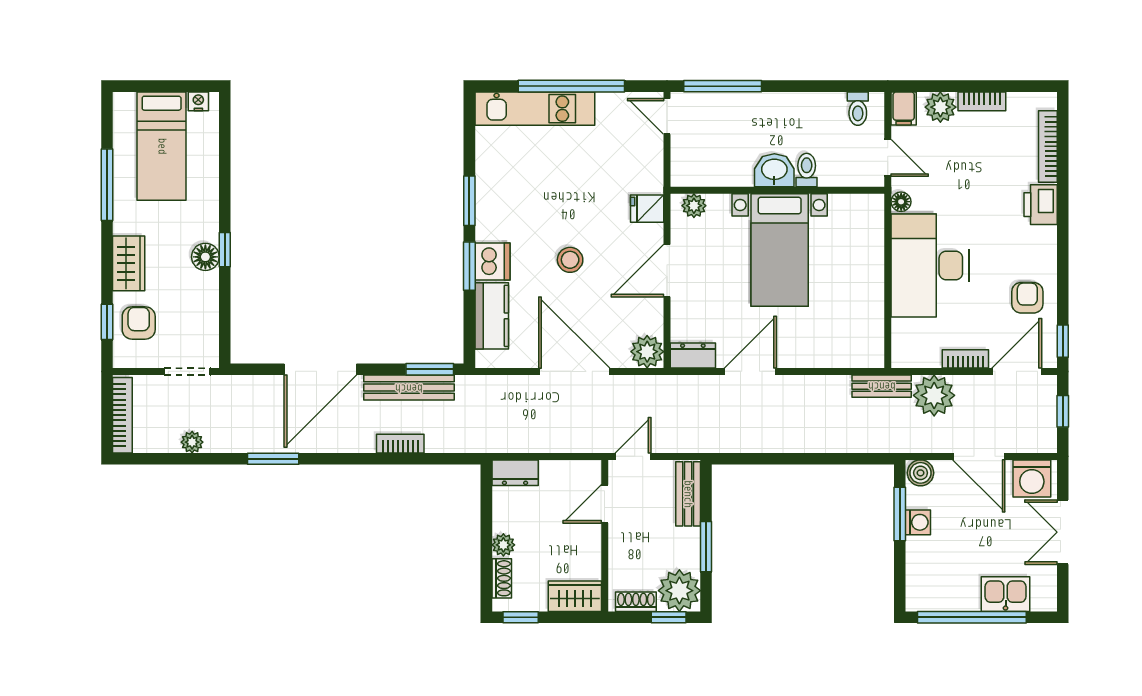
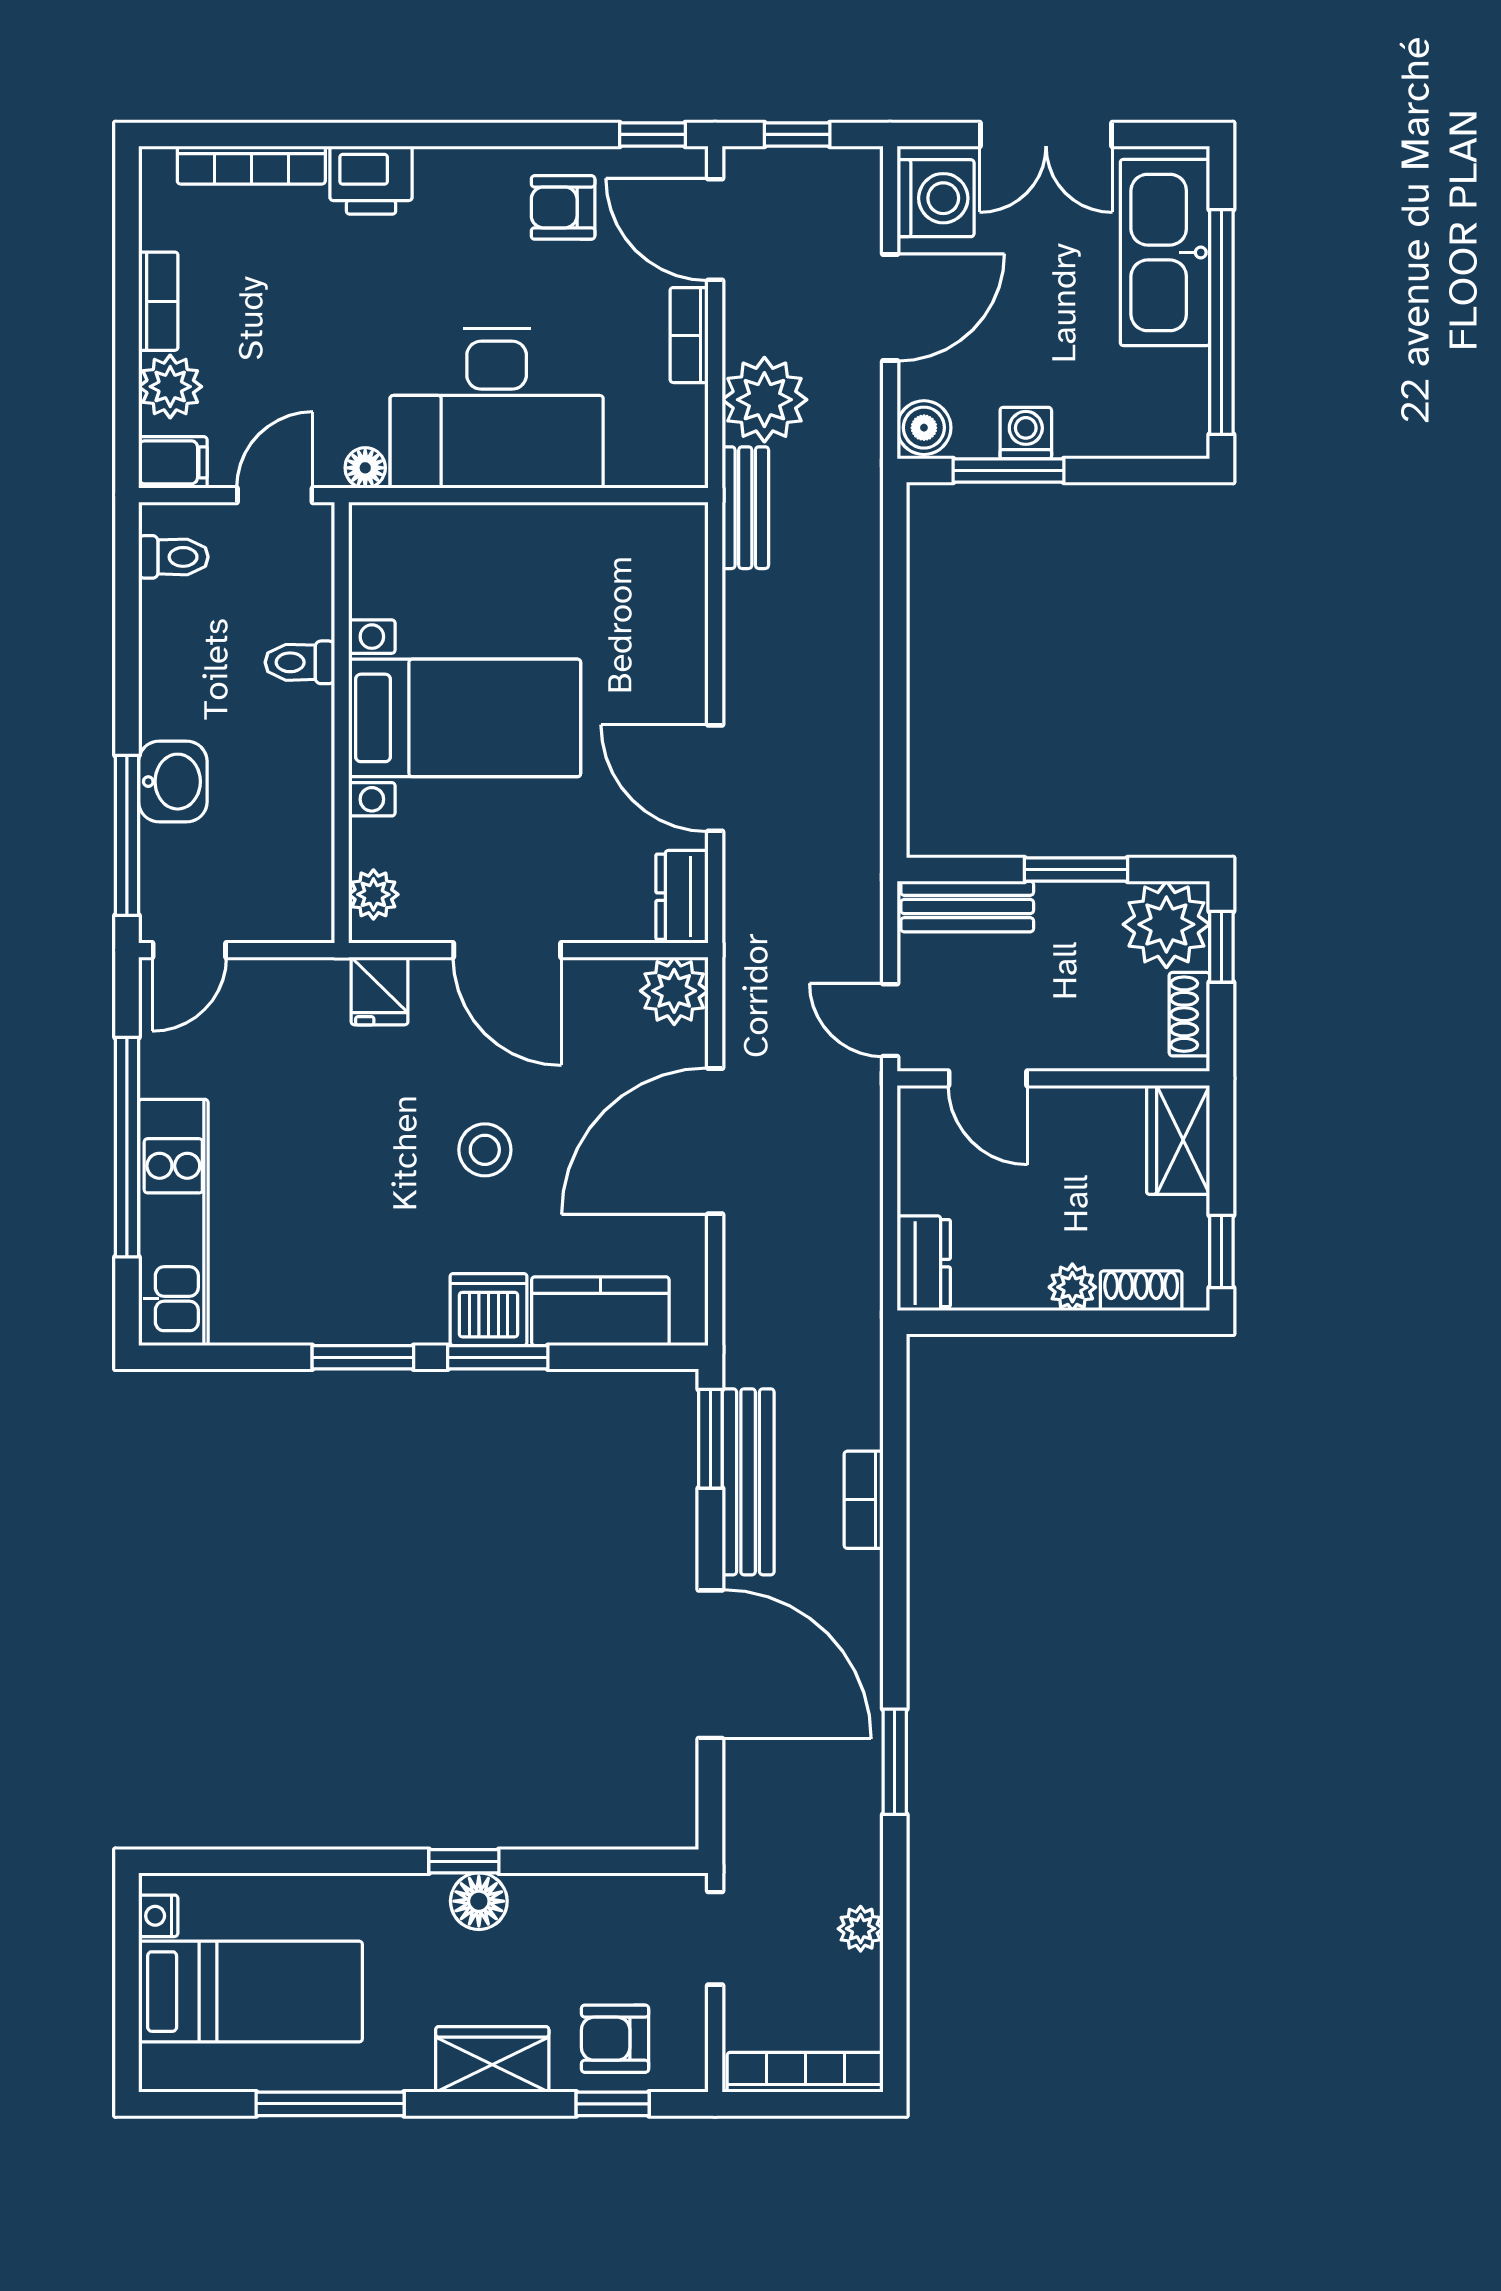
washbasin: (774, 170) -> (173, 782), moved, turned 180
kitchen sink: (1006, 594) -> (1165, 252), width x1.87, depth x1.24

